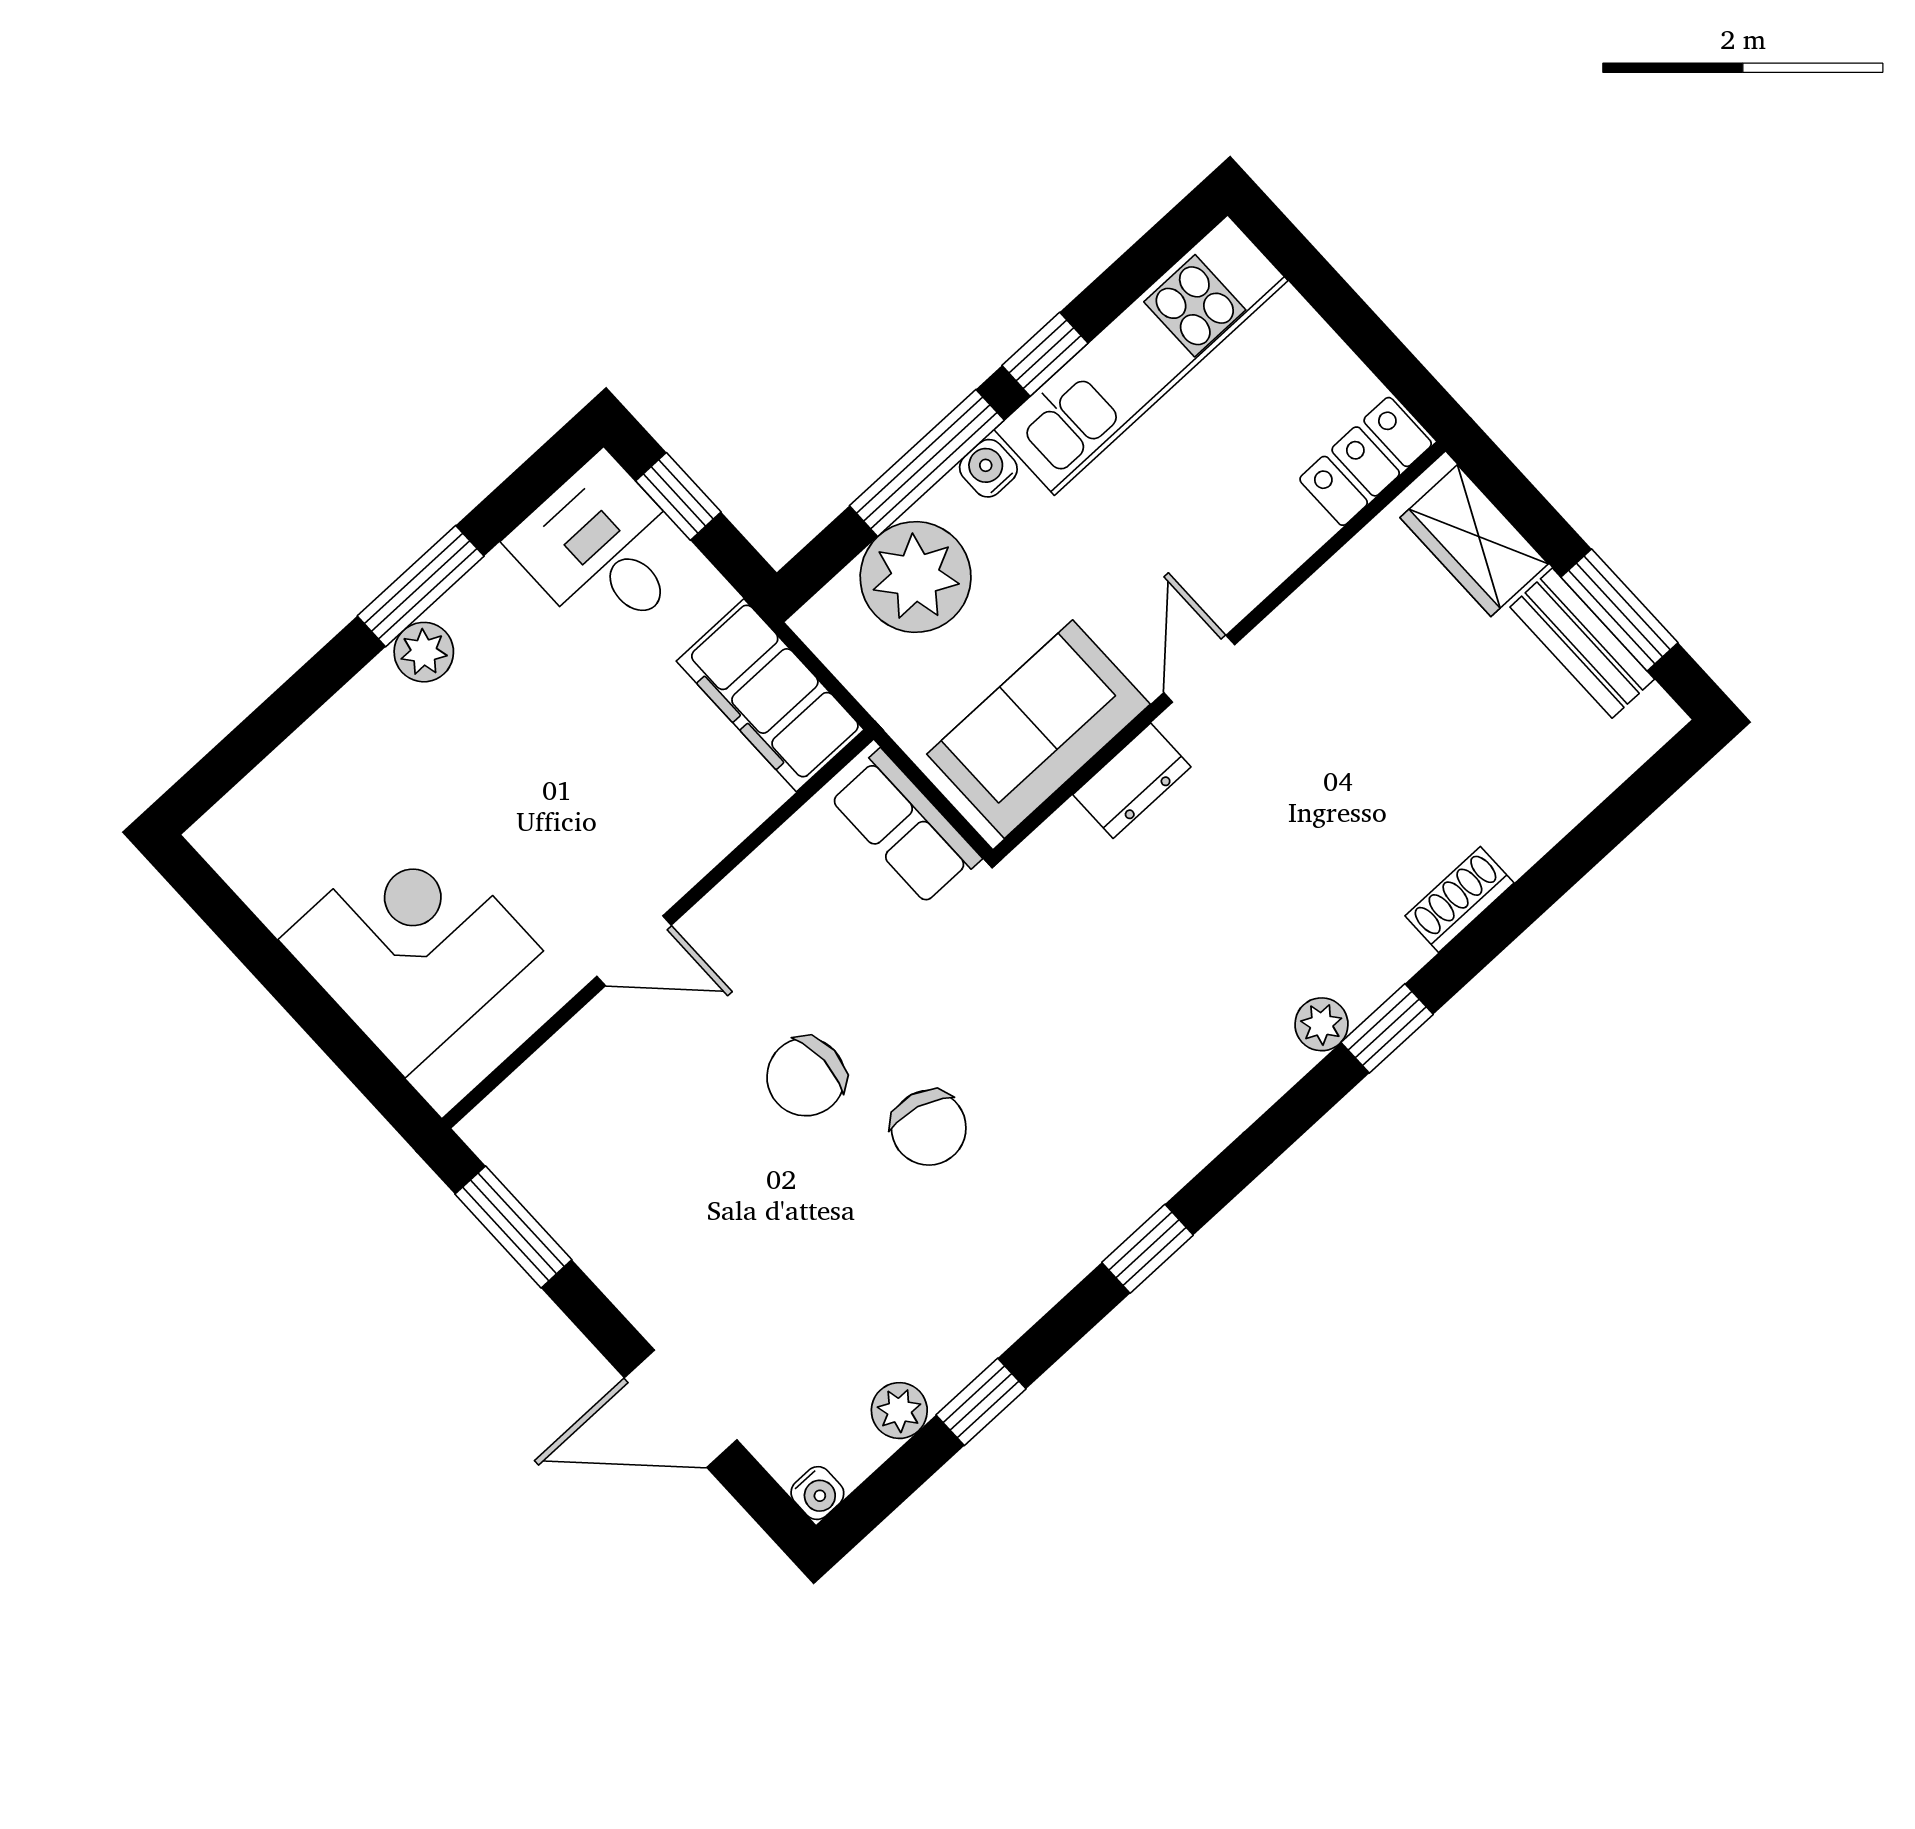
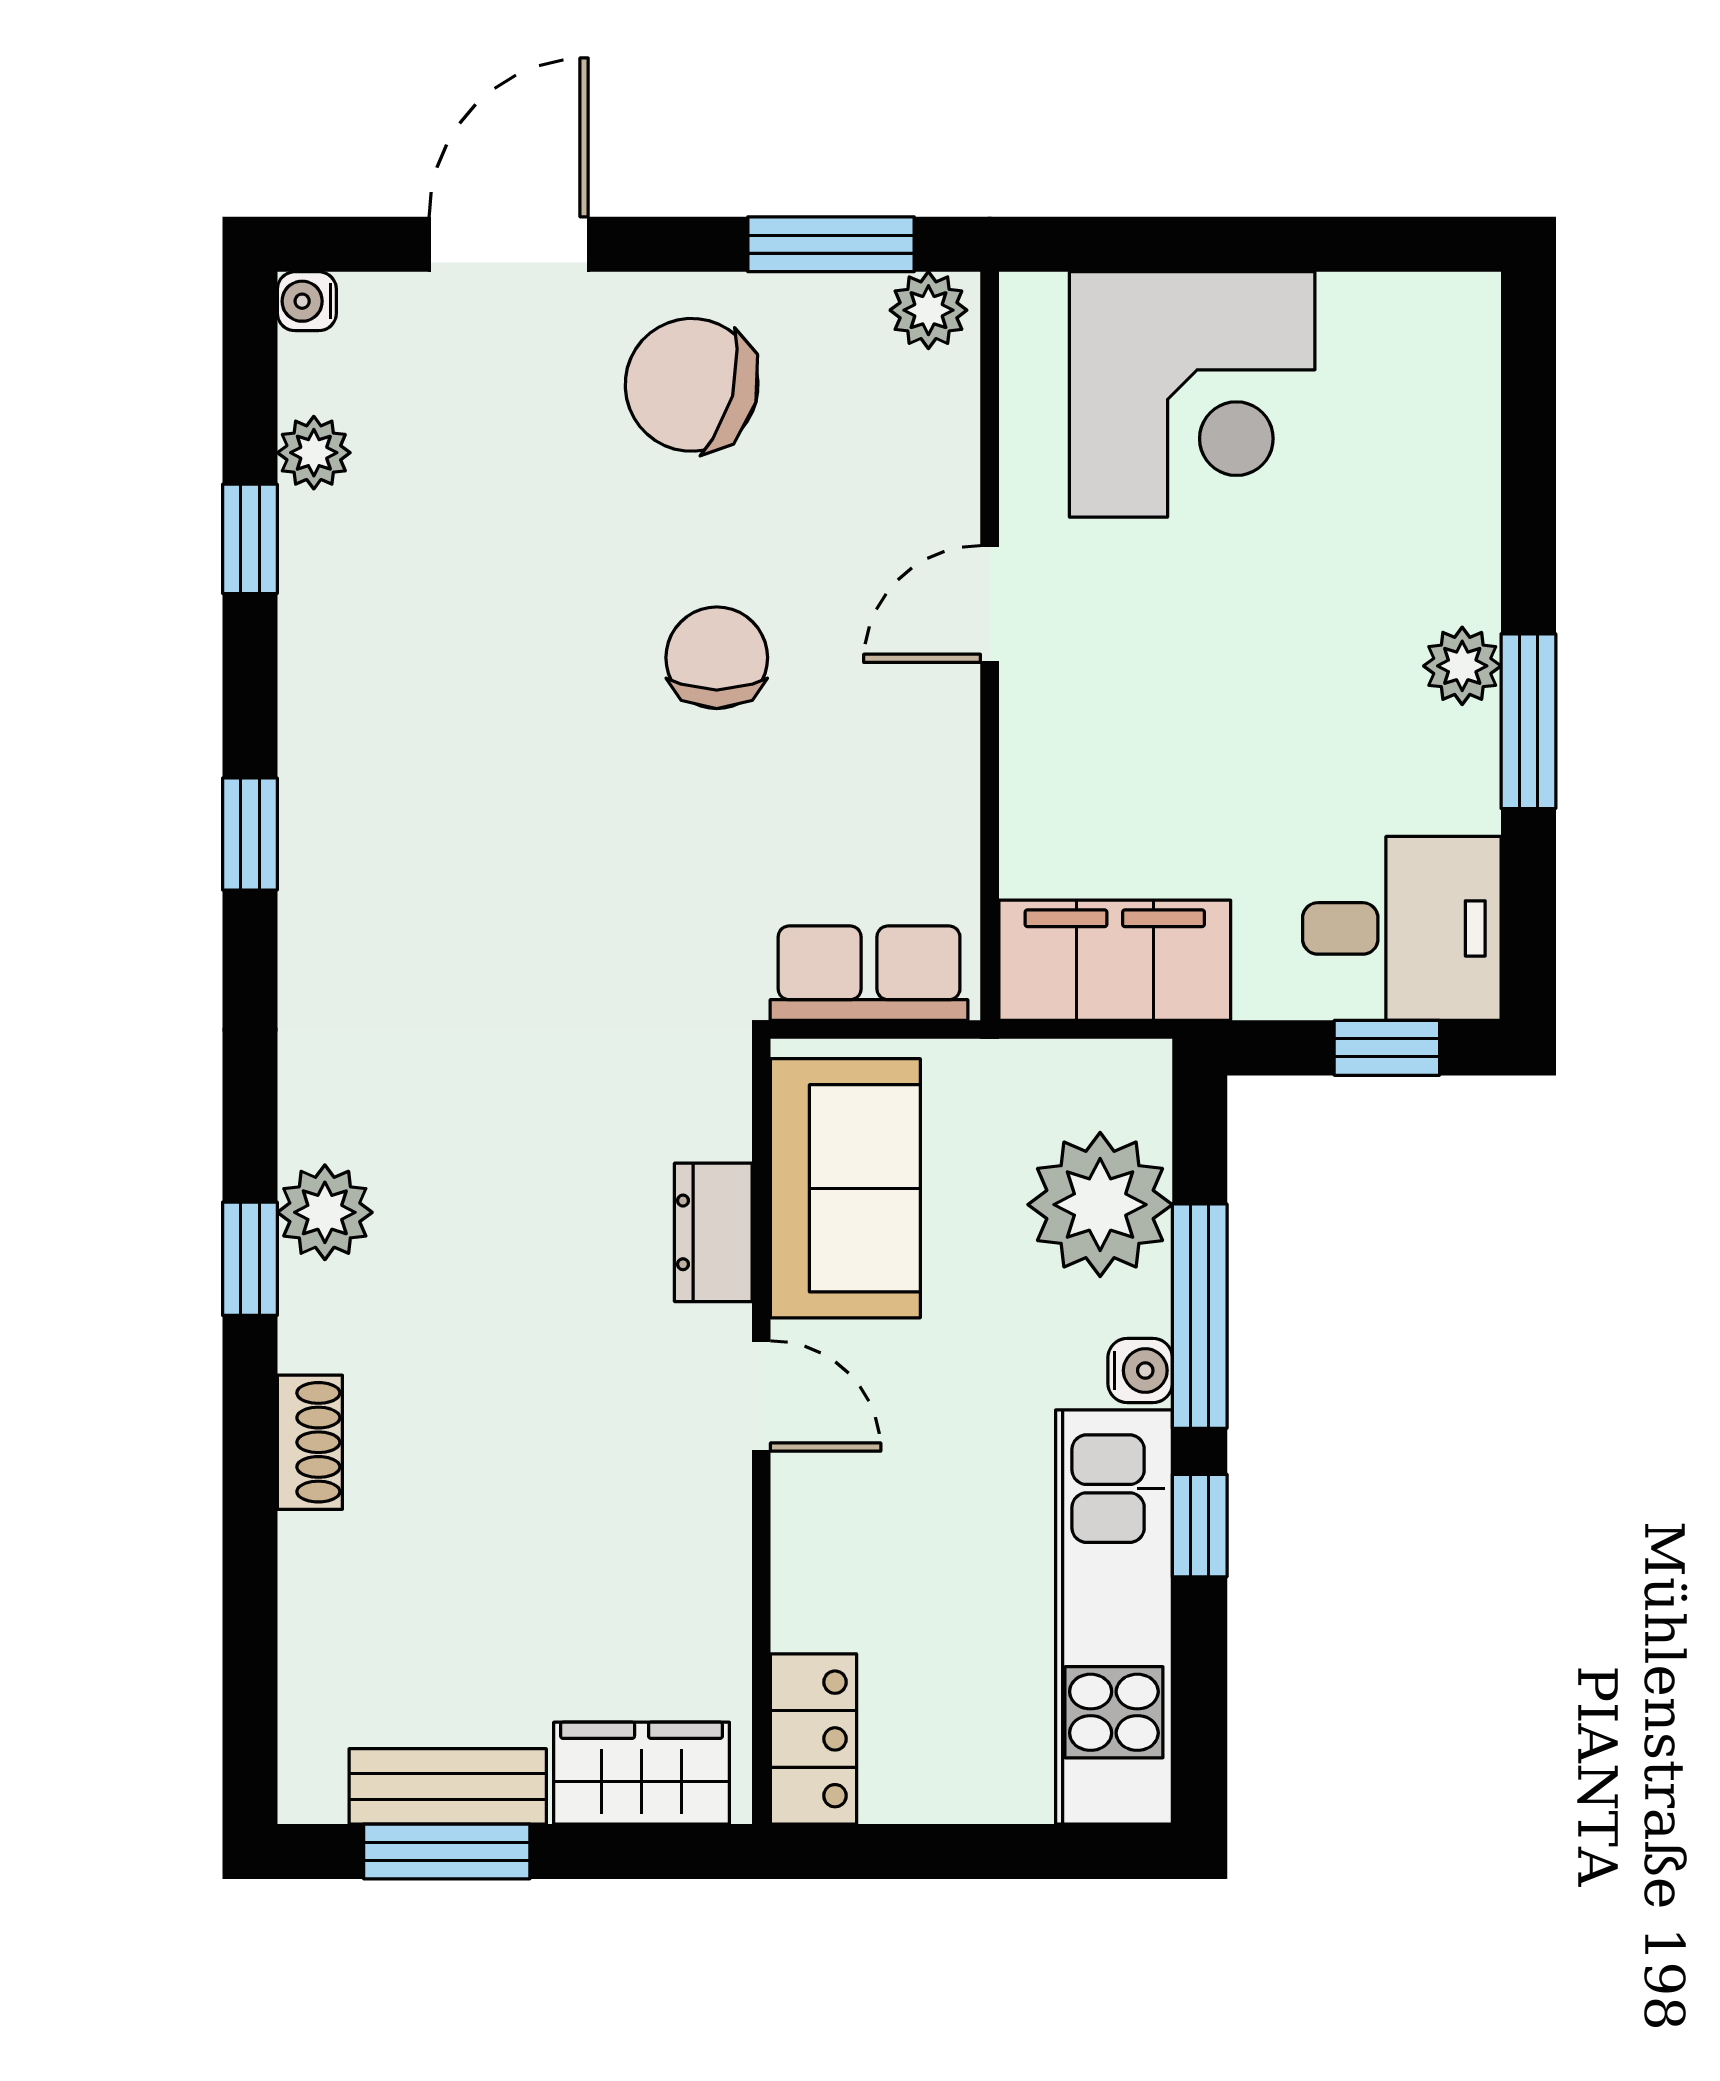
plant: (1321, 1024) -> (325, 1212), width x1.38, depth x1.38
chair: (929, 1128) -> (692, 385), moved, width x1.37, depth x1.37
plant: (500, 1138) -> (928, 310), added

